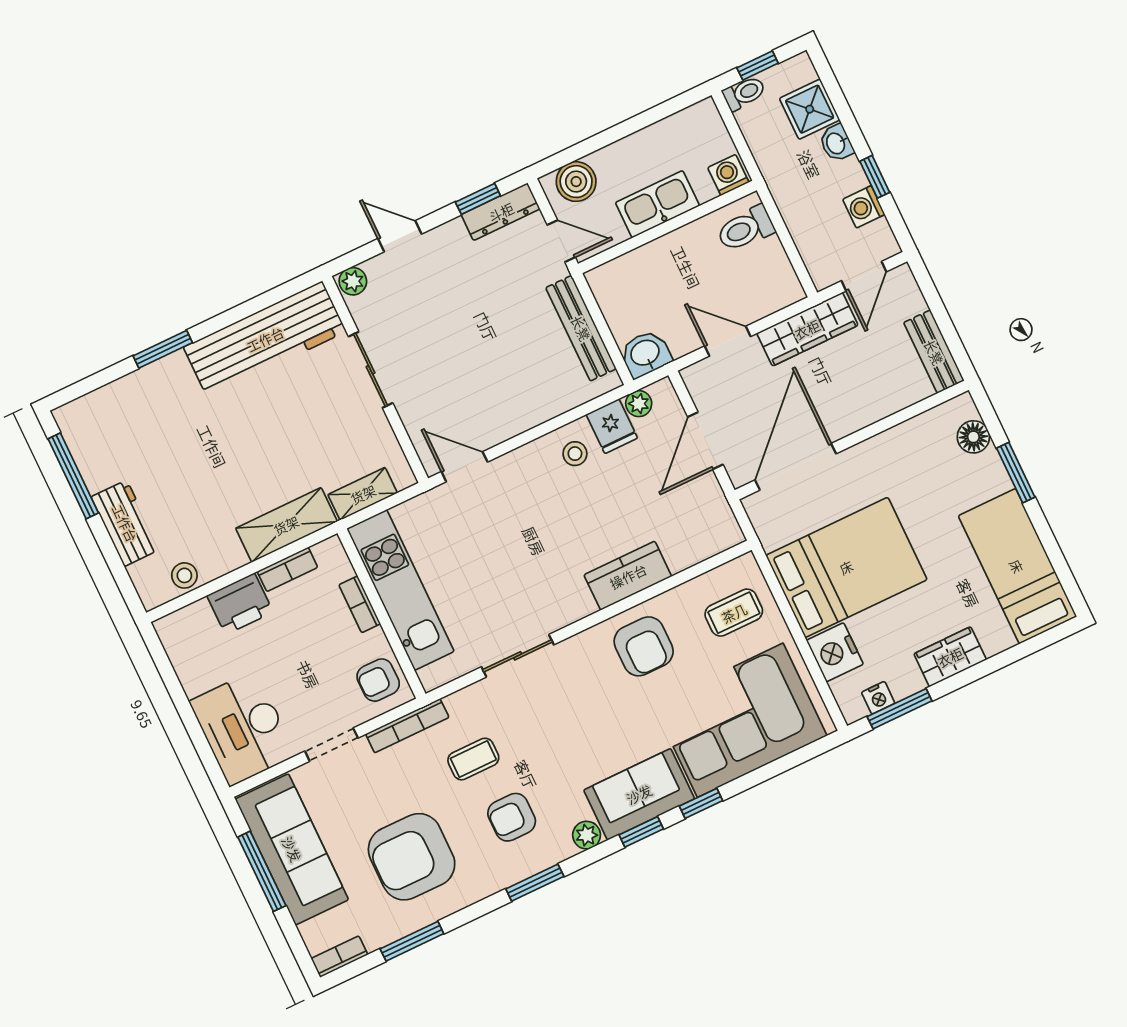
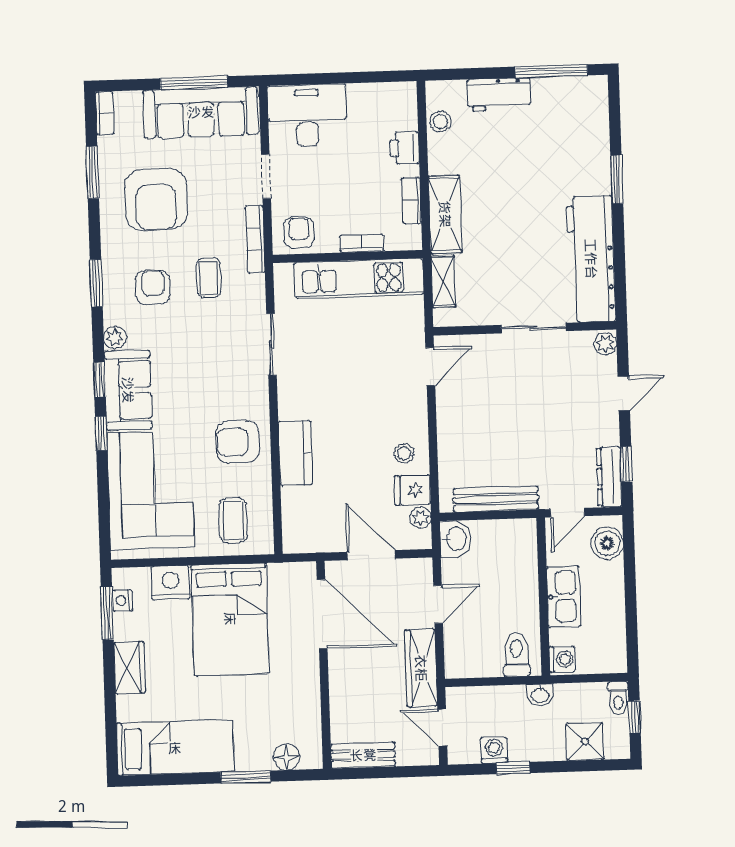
washbasin: (836, 143) -> (540, 695), moved, turned 180
printer: (240, 604) -> (404, 148), width x0.73, depth x0.81
armchair: (412, 857) -> (156, 200), turned 180

